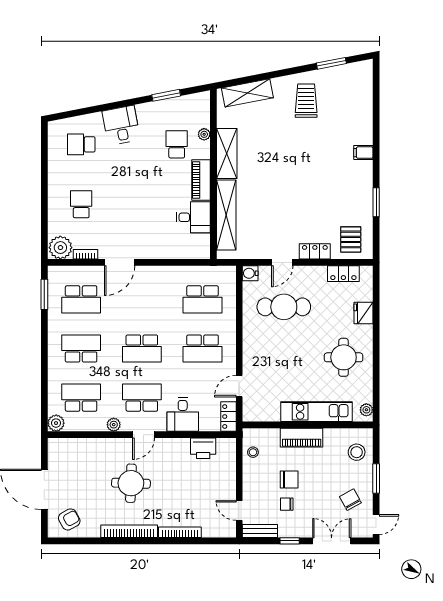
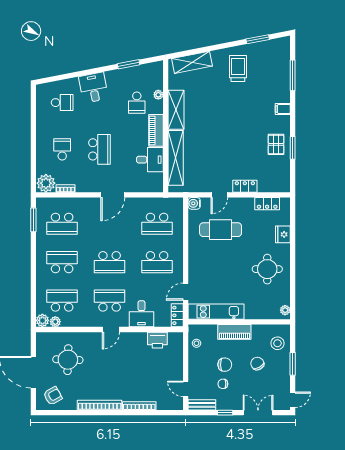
window: (376, 110) -> (293, 75), added
school desk: (81, 144) -> (62, 103), turned 180
school desk: (177, 144) -> (137, 103), turned 180
school desk: (129, 204) -> (99, 149), added
pallet: (351, 239) -> (276, 144), moved
door: (120, 262) -> (113, 195), moved
kitchen unit: (316, 412) -> (216, 312), moved
plant: (114, 425) -> (55, 322), moved
round table: (131, 483) -> (68, 360), moved
chair: (350, 500) -> (257, 364), moved

